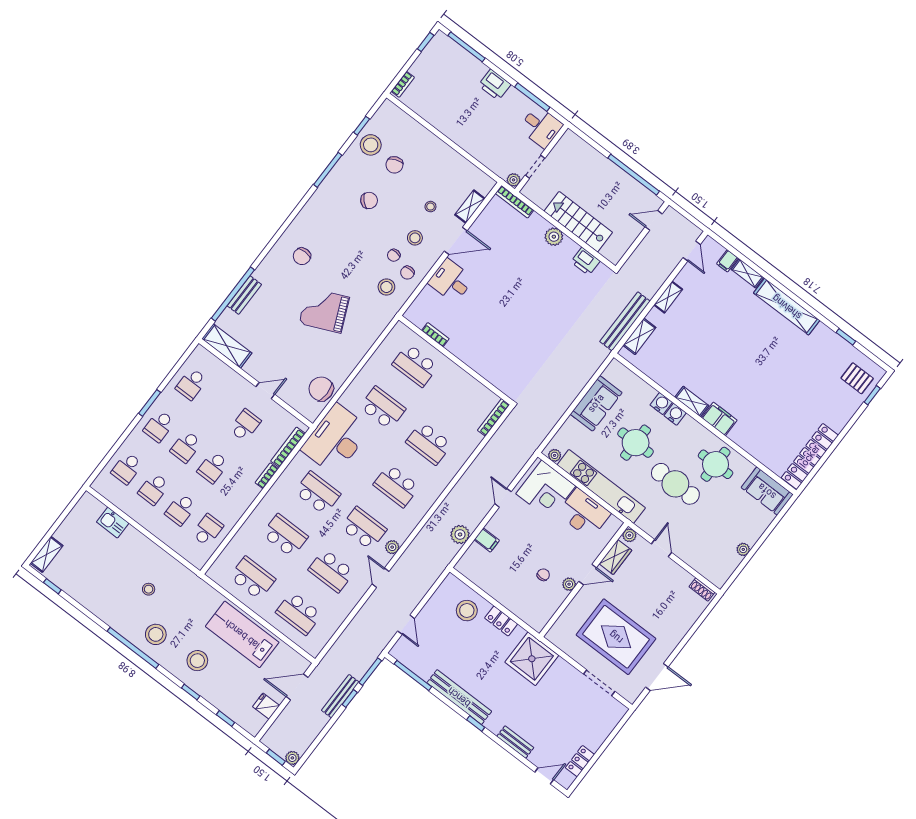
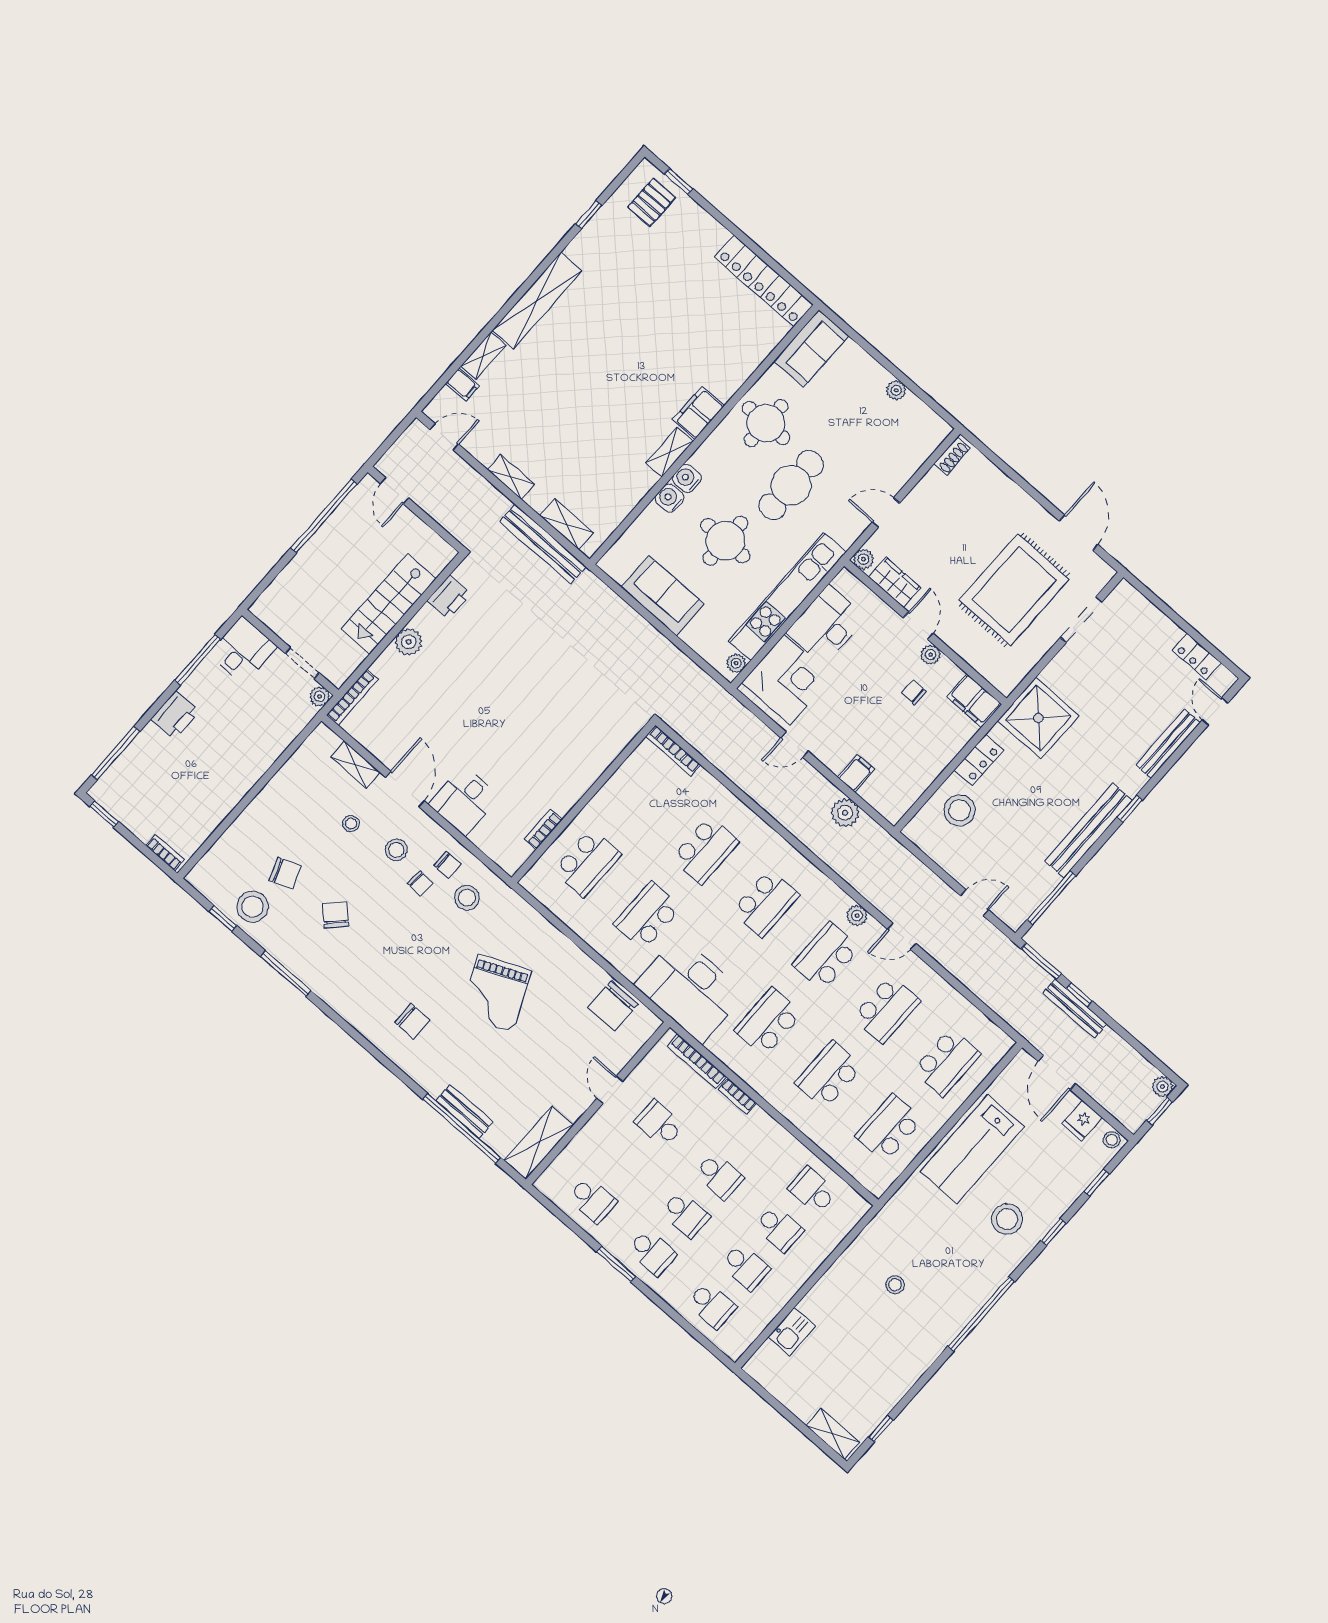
filing cabinet: (540, 615) -> (974, 701), added
stool: (156, 634) -> (1112, 1140), moved, width x0.53, depth x0.53
bench: (515, 742) -> (1168, 744), width x1.36

